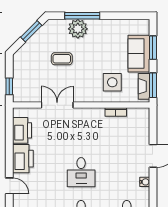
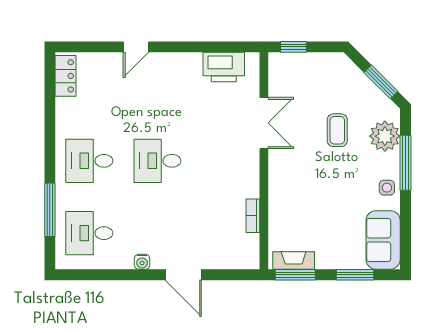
plant: (78, 29) -> (385, 136), moved
sofa: (139, 54) -> (383, 240), moved, turned -90
side table: (112, 82) -> (387, 188), moved, width x0.54, depth x0.54
printer: (23, 159) -> (179, 68), removed

